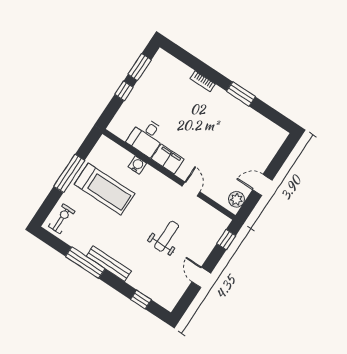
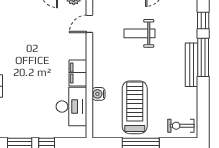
desk: (147, 137) -> (71, 106), width x1.37
door: (191, 189) -> (89, 24), moved
window: (85, 263) -> (203, 57), moved

